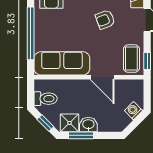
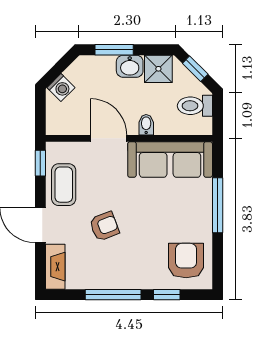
window: (31, 33) -> (218, 205), width x0.68
coffee table: (131, 59) -> (64, 185), moved
bidet: (78, 86) -> (146, 125), added
window: (81, 135) -> (114, 50), moved

